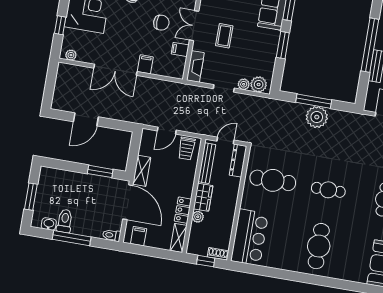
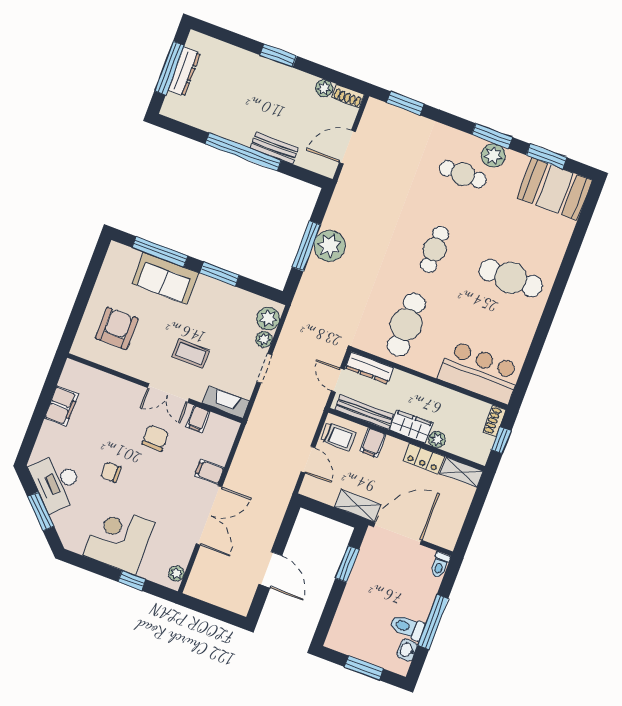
filing cabinet: (139, 236) -> (373, 443), moved, turned -90

